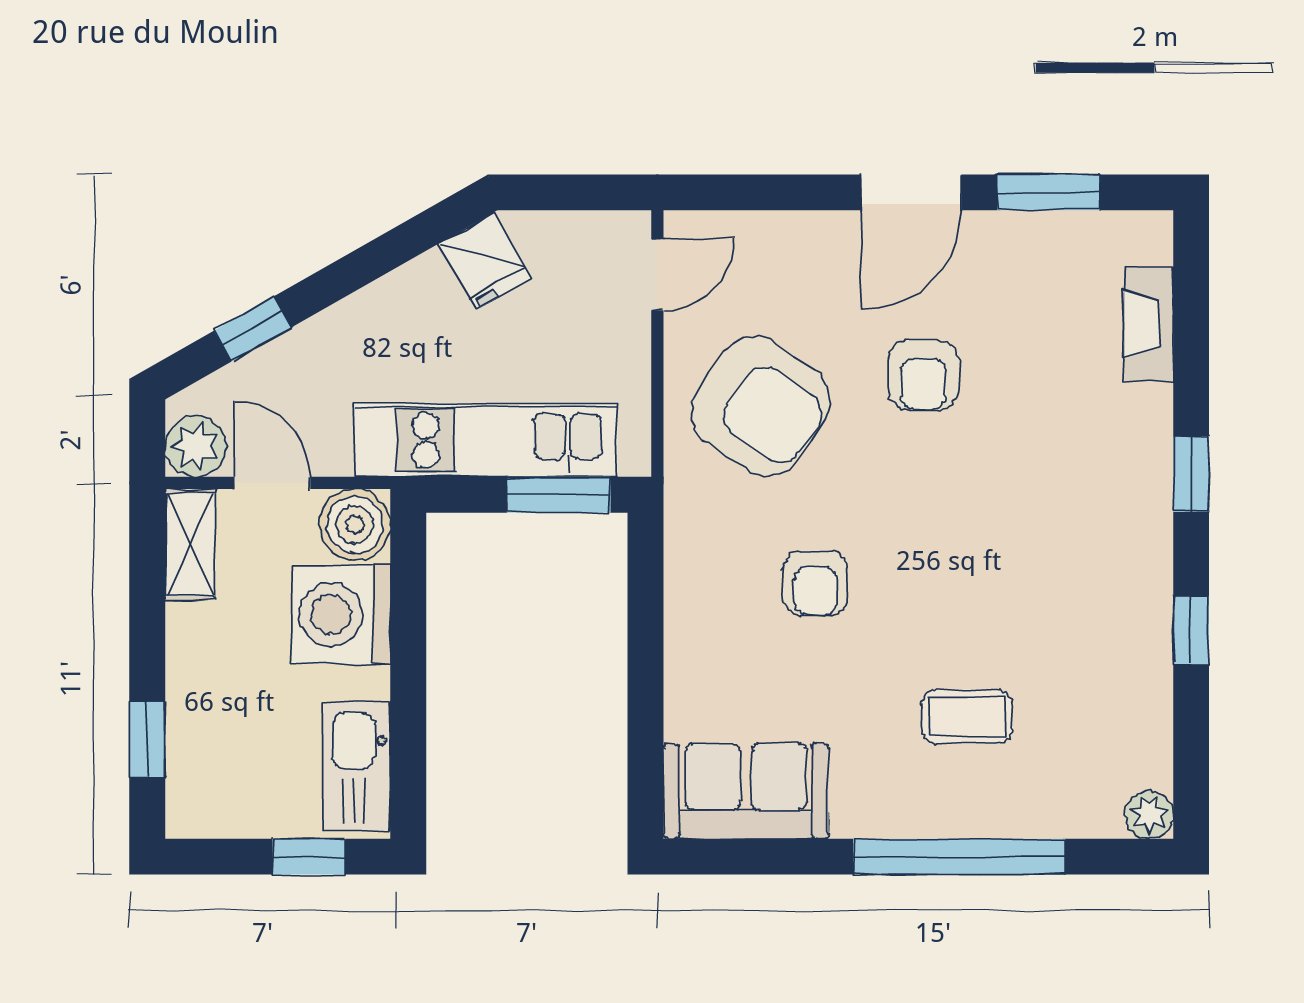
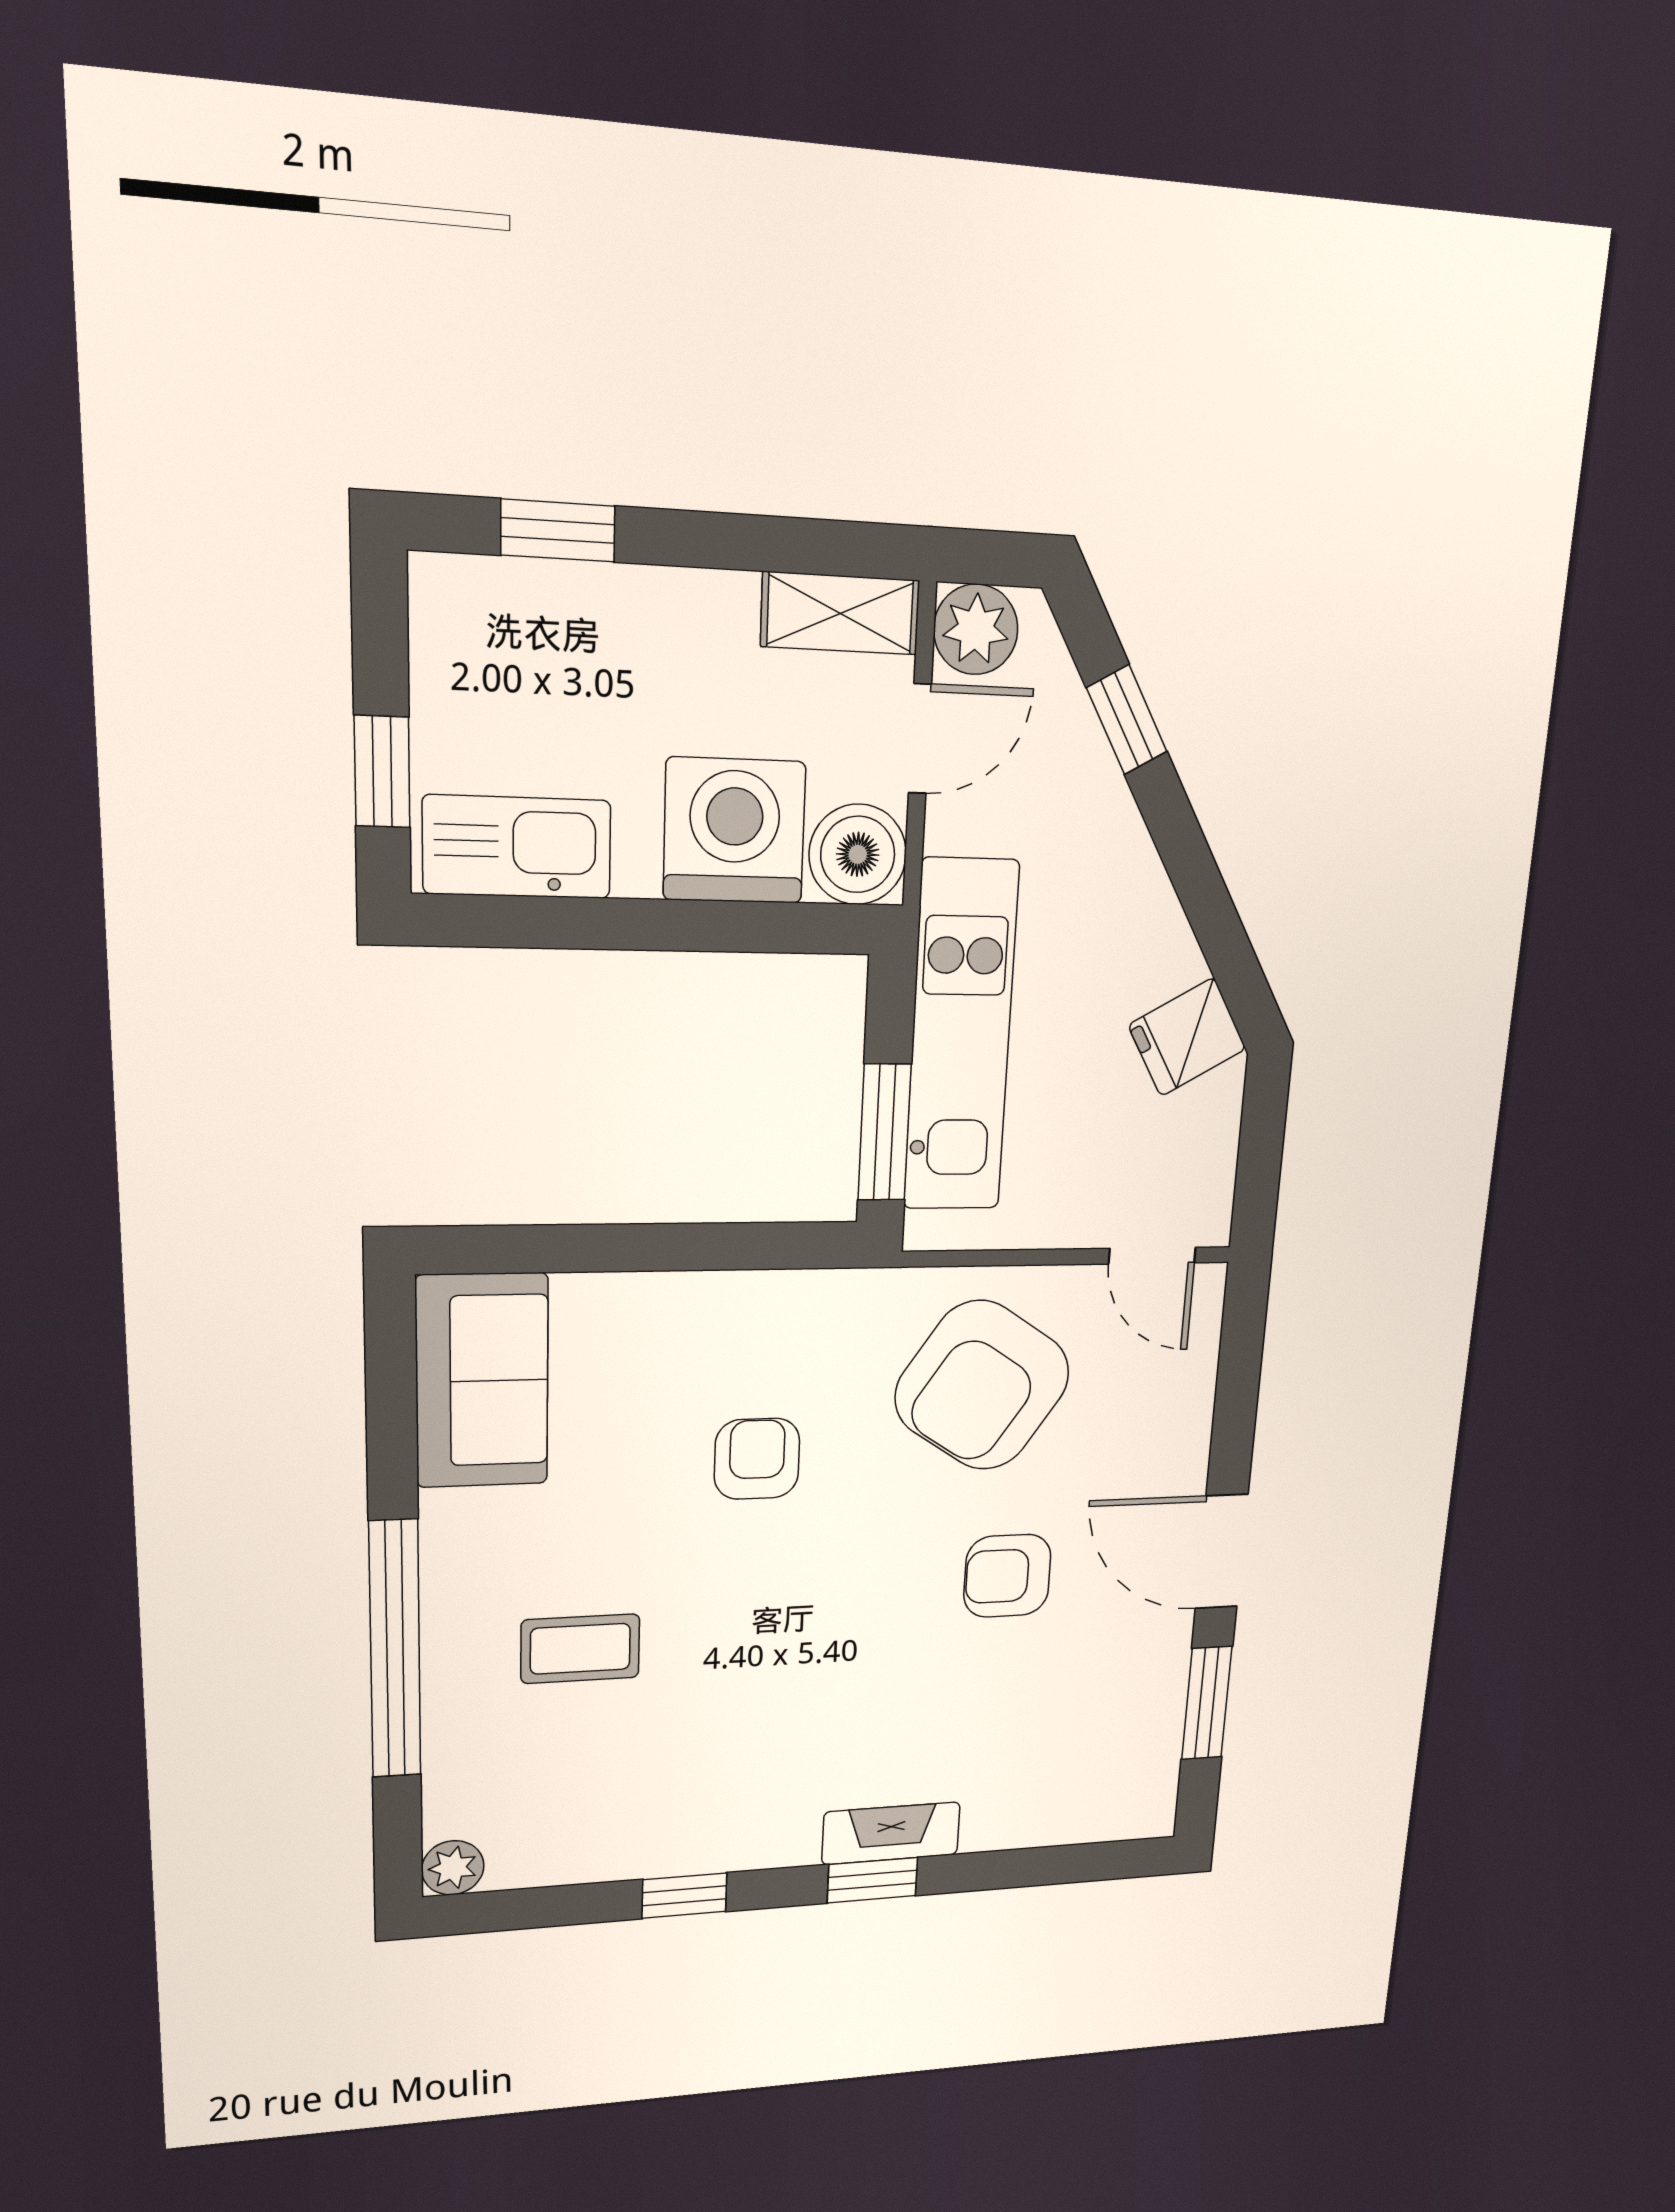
fireplace: (1149, 324) -> (891, 1833), moved
armchair: (815, 583) -> (757, 1459), turned 90
coffee table: (967, 717) -> (580, 1649), turned 90

